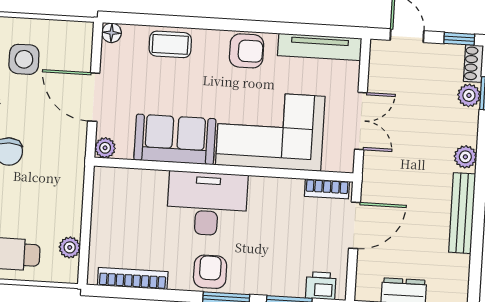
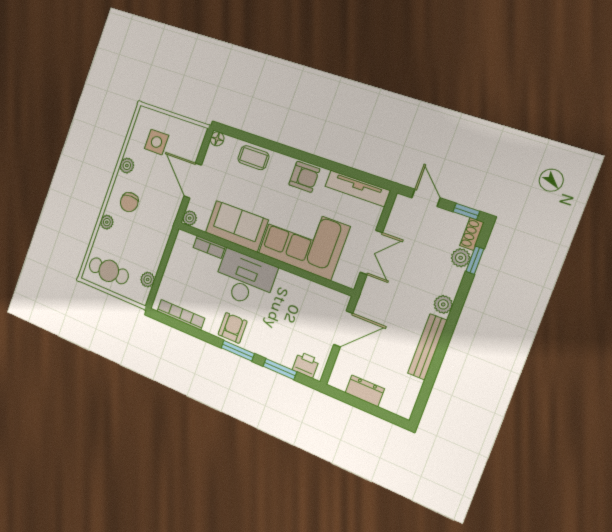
bookcase: (327, 189) -> (209, 247), moved

